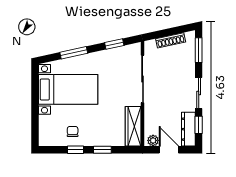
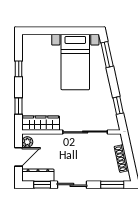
window: (74, 53) -> (107, 55), moved
chair: (73, 132) -> (36, 66), removed
window: (102, 150) -> (19, 106), moved

